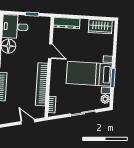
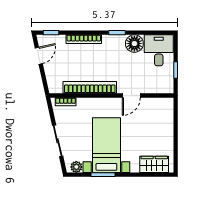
dresser: (67, 23) -> (167, 114), removed
wardrobe: (100, 27) -> (154, 164), moved, turned 90
door: (28, 122) -> (39, 56), moved

